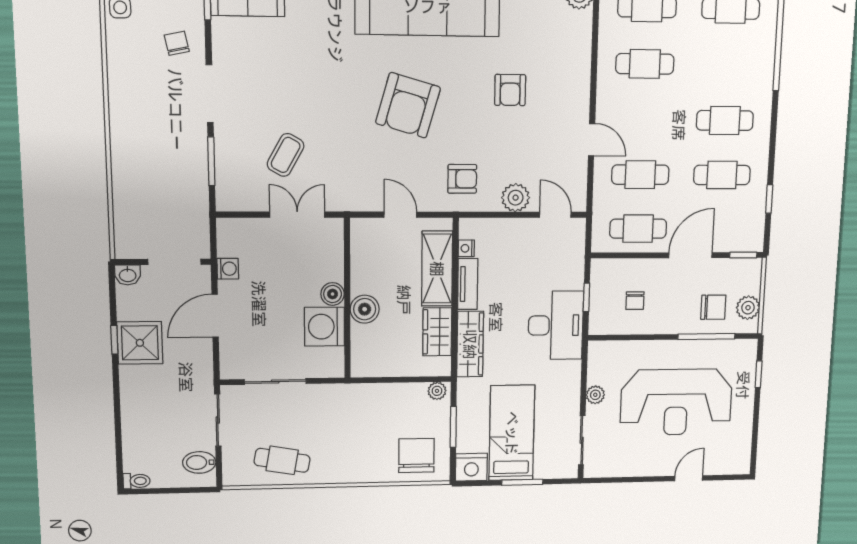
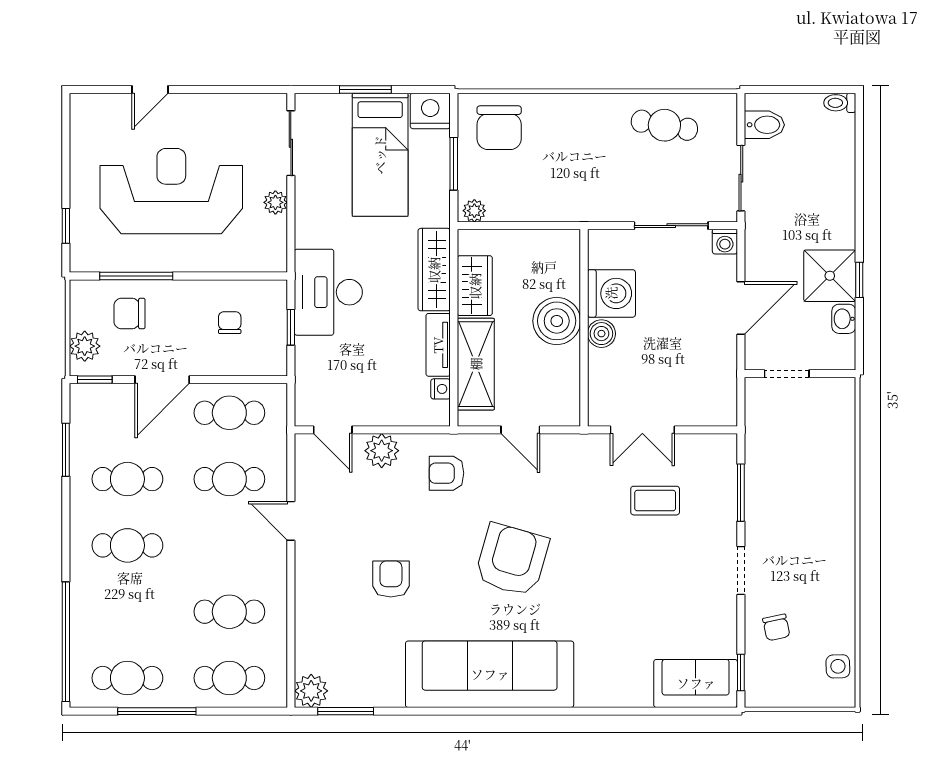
doorway: (210, 94) -> (741, 571), width x0.73
coffee table: (286, 155) -> (655, 501), turned 61
window: (769, 199) -> (66, 450), width x1.50
doorway: (174, 262) -> (787, 374), width x0.73
washing machine: (228, 269) -> (725, 242), moved, turned -90
washbasin: (128, 275) -> (844, 319), moved, turned -90
plant: (748, 308) -> (85, 346), moved
boiler: (365, 309) -> (557, 321), width x1.37, depth x1.37

